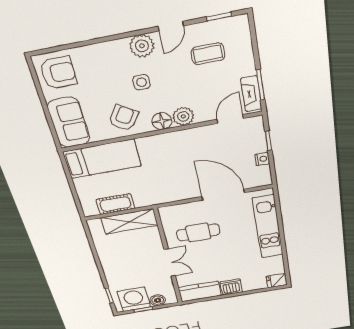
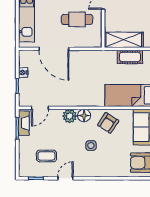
plant: (142, 46) -> (85, 169), removed

